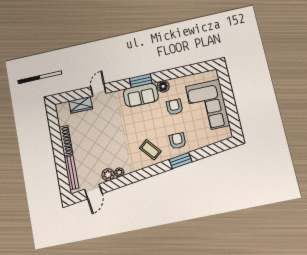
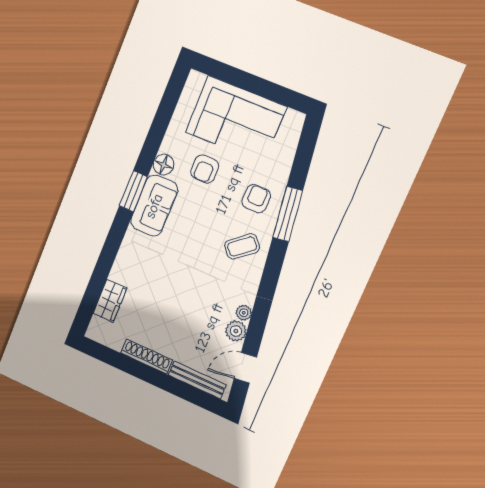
door: (98, 90) -> (106, 261), removed
armchair: (175, 107) -> (205, 169), turned -90
armchair: (178, 141) -> (256, 199), turned 90
window: (181, 161) -> (288, 214), width x1.44
door: (93, 191) -> (245, 368), swing flipped

